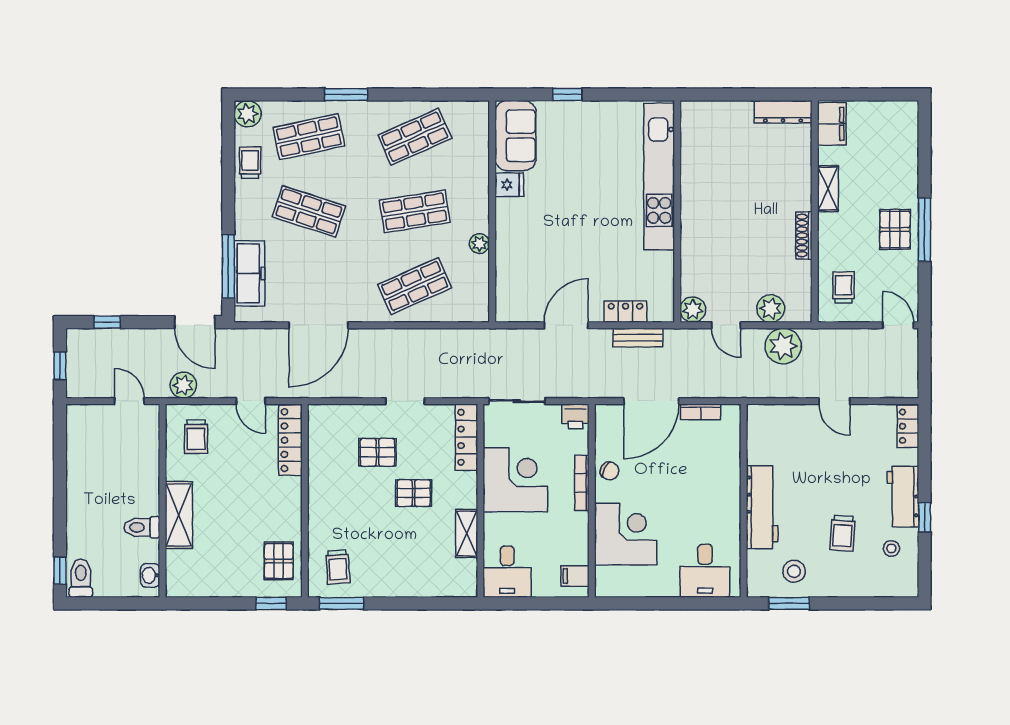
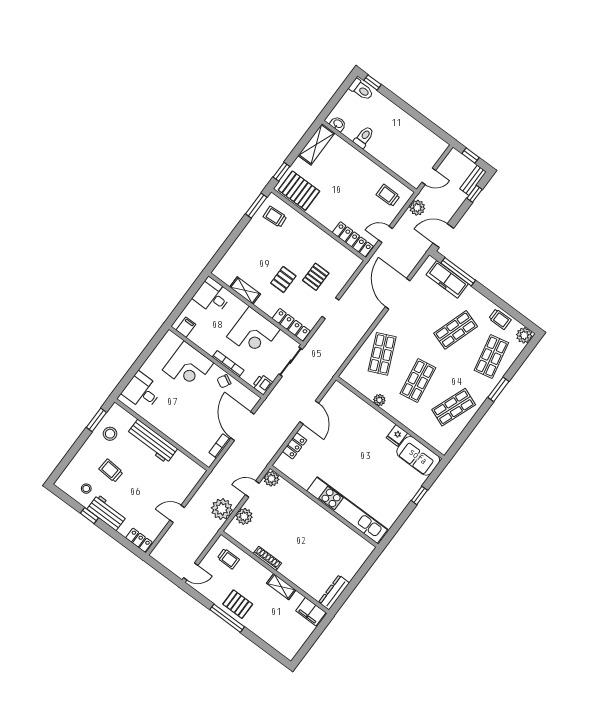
shop shelf: (415, 137) -> (454, 407), turned 45
bench: (638, 338) -> (473, 180), moved
shelving: (179, 515) -> (316, 144), moved, turned 90
pallet: (279, 561) -> (299, 191), width x1.50, depth x1.42

